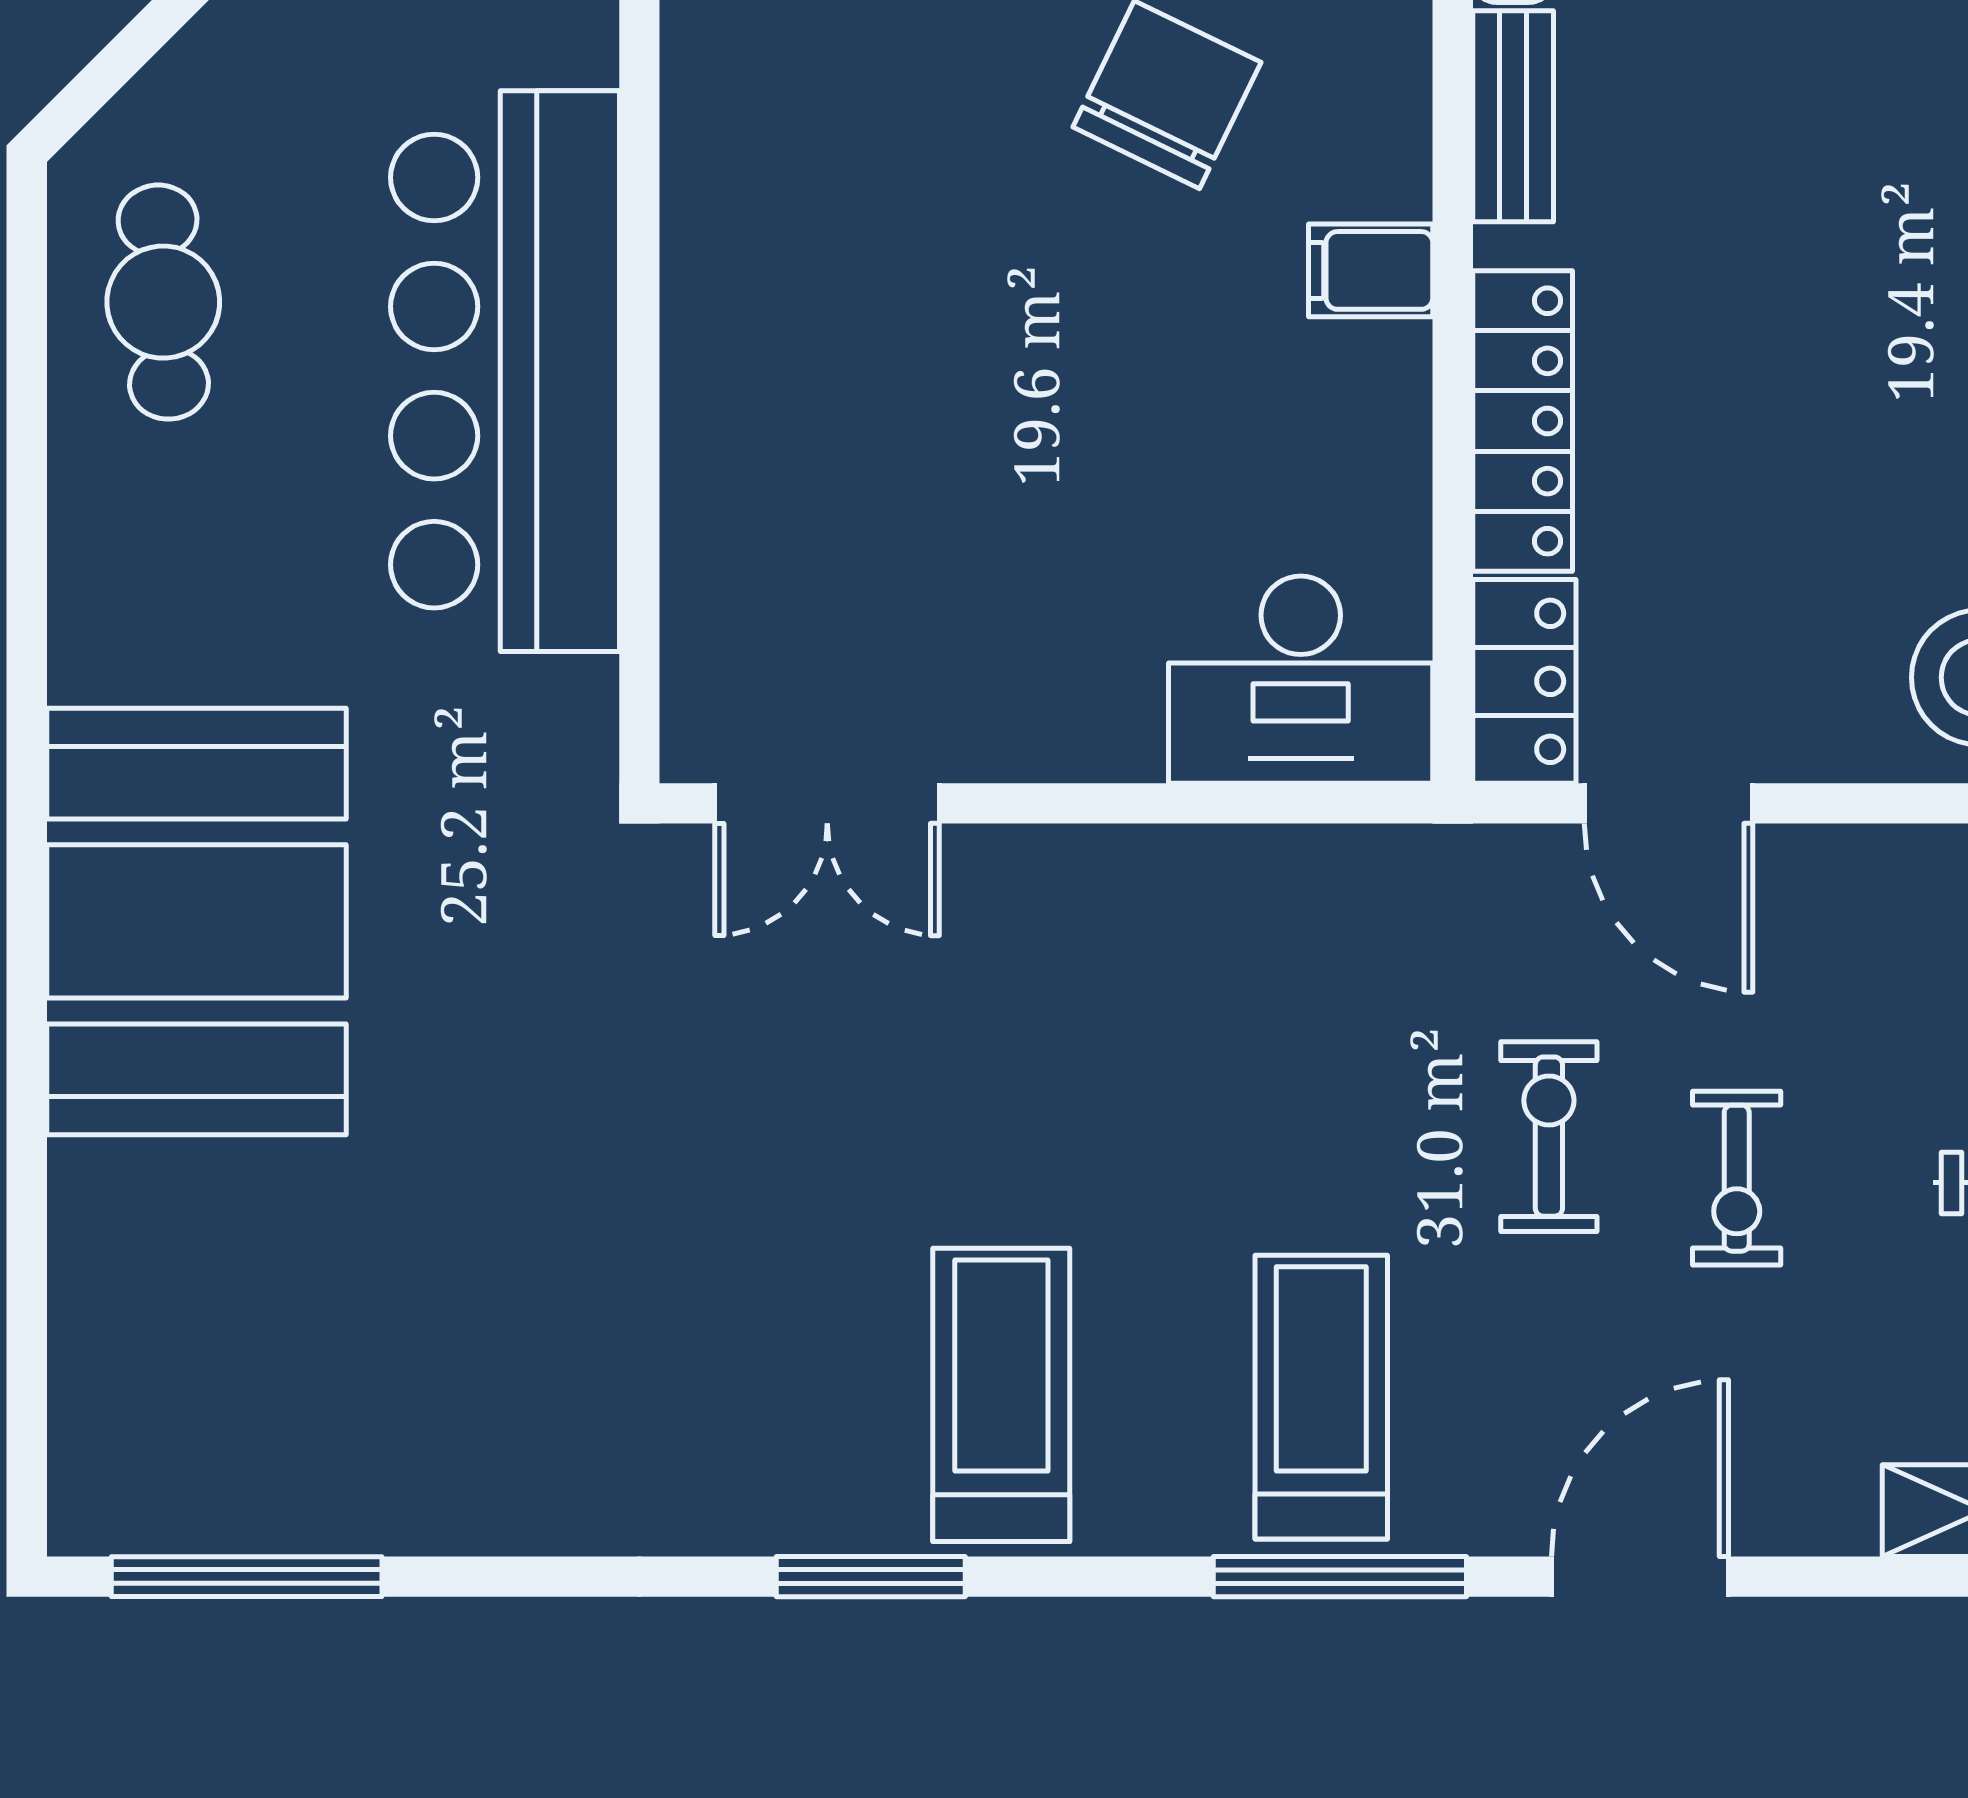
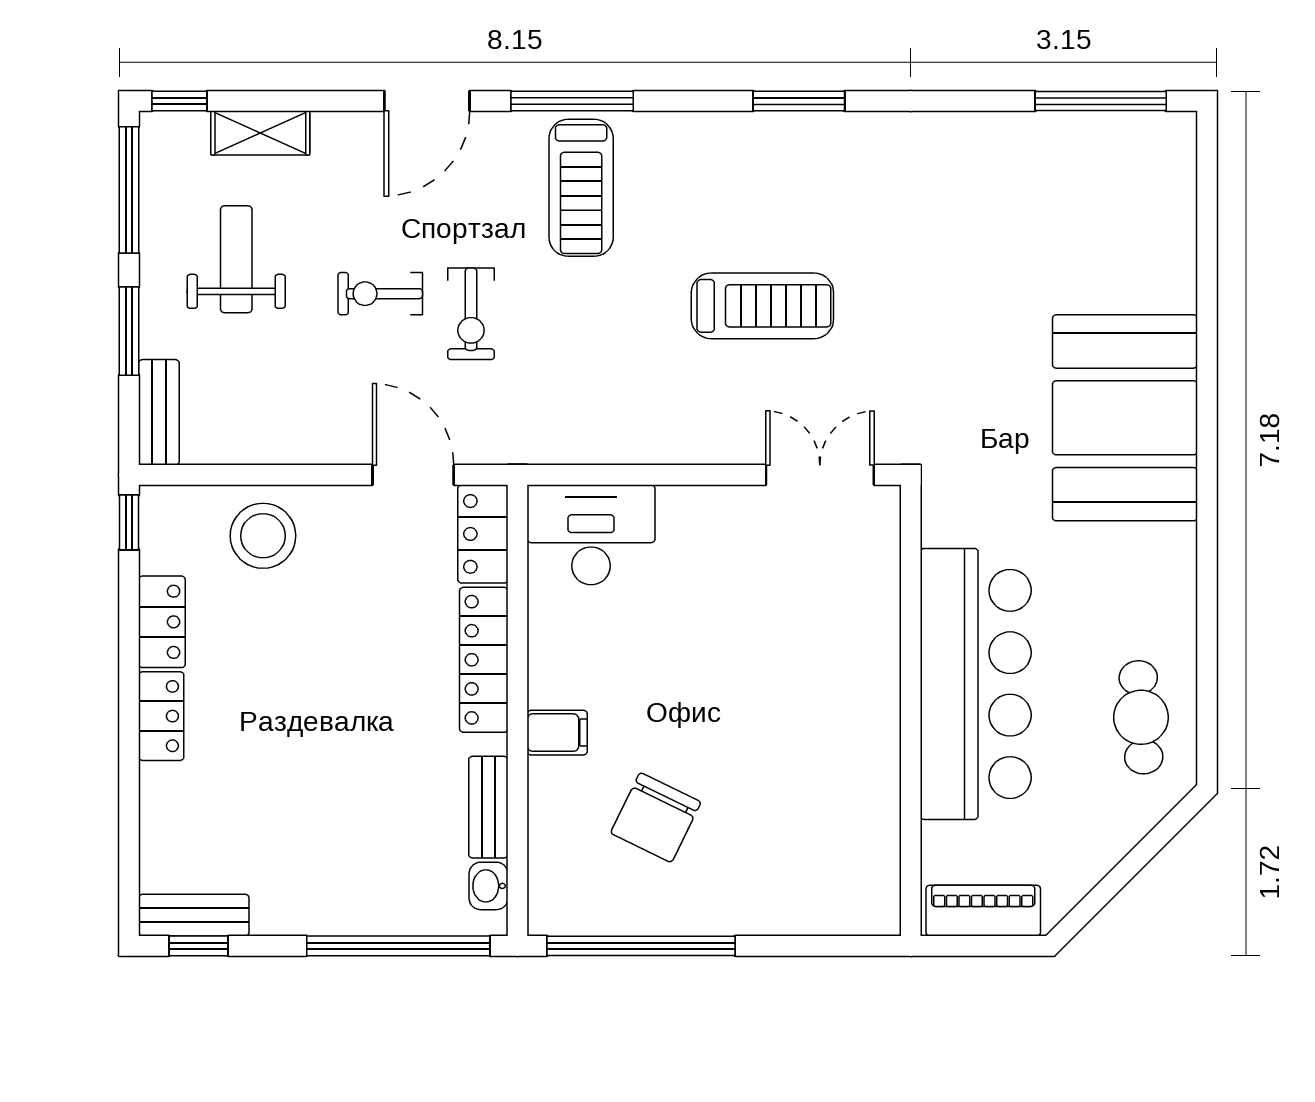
exercise bike: (1737, 1178) -> (380, 294), turned -90
treadmill: (1001, 1395) -> (762, 306), moved, turned -90

